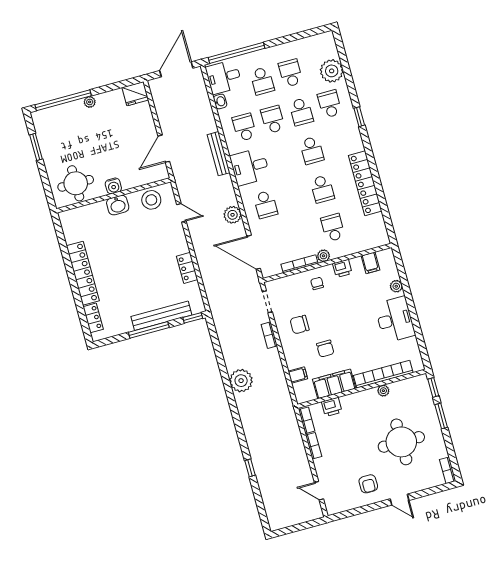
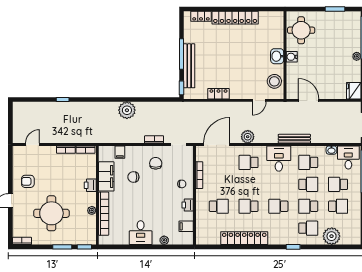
school desk: (244, 127) -> (308, 162), turned 180
plant: (324, 256) -> (200, 194), removed
desk: (395, 320) -> (141, 233), width x0.73
printer: (332, 407) -> (90, 185), moved

